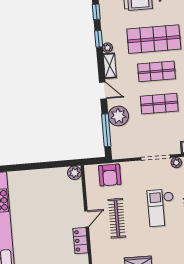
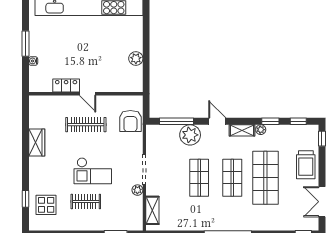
door: (103, 91) -> (217, 121), swing flipped
plant: (74, 173) -> (136, 59), moved
armchair: (110, 175) -> (130, 121), turned -90
checkout: (161, 208) -> (93, 171), turned 180

